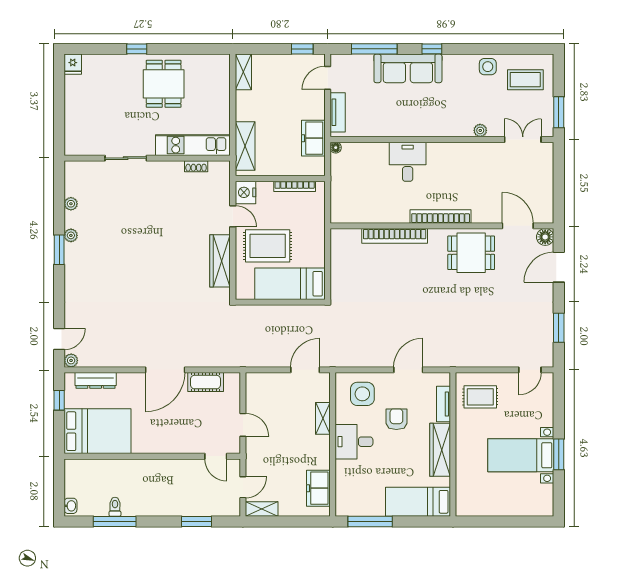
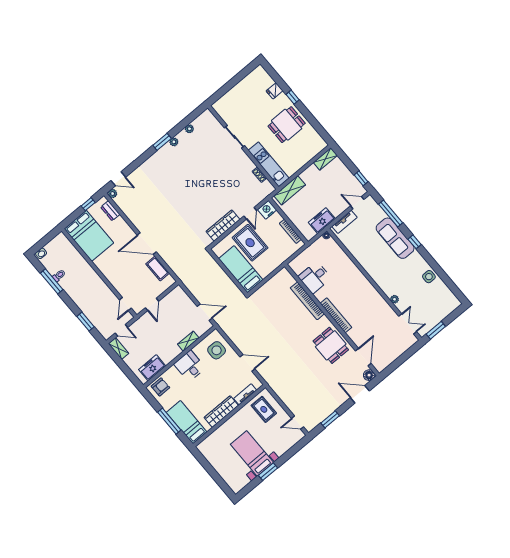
fridge: (73, 64) -> (275, 91), moved
coffee table: (525, 80) -> (438, 300), removed
desk: (408, 162) -> (315, 277), moved, turned 180
dresser: (96, 380) -> (110, 211), width x0.70
armchair: (396, 419) -> (160, 387), moved
window: (370, 521) -> (169, 421), moved

